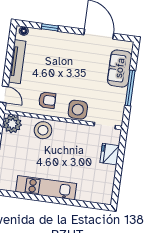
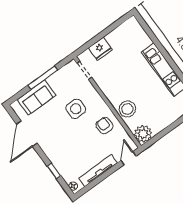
side table: (78, 110) -> (76, 109), moved

